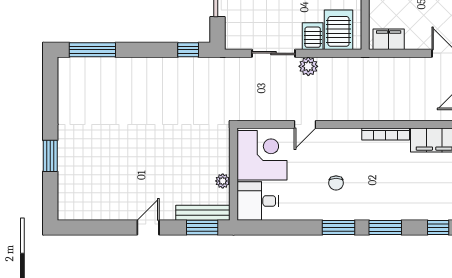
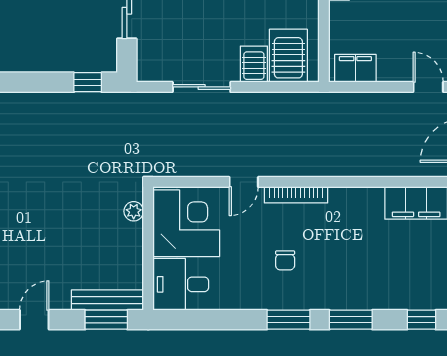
plant: (308, 66) -> (248, 104), removed
bookcase: (386, 134) -> (296, 195), moved
plant: (223, 181) -> (134, 211), moved

